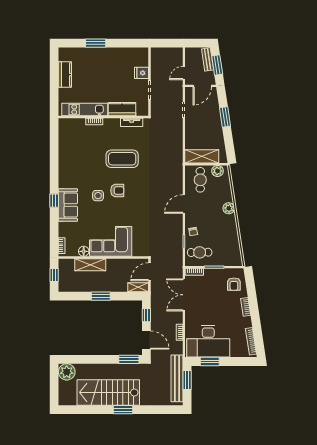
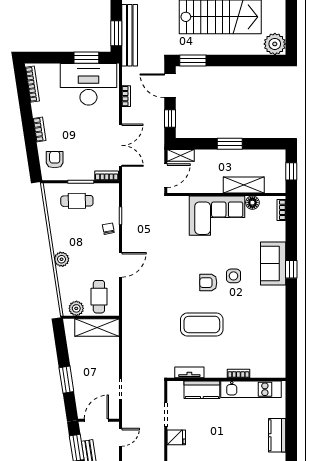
cafe table: (200, 252) -> (77, 201), moved

